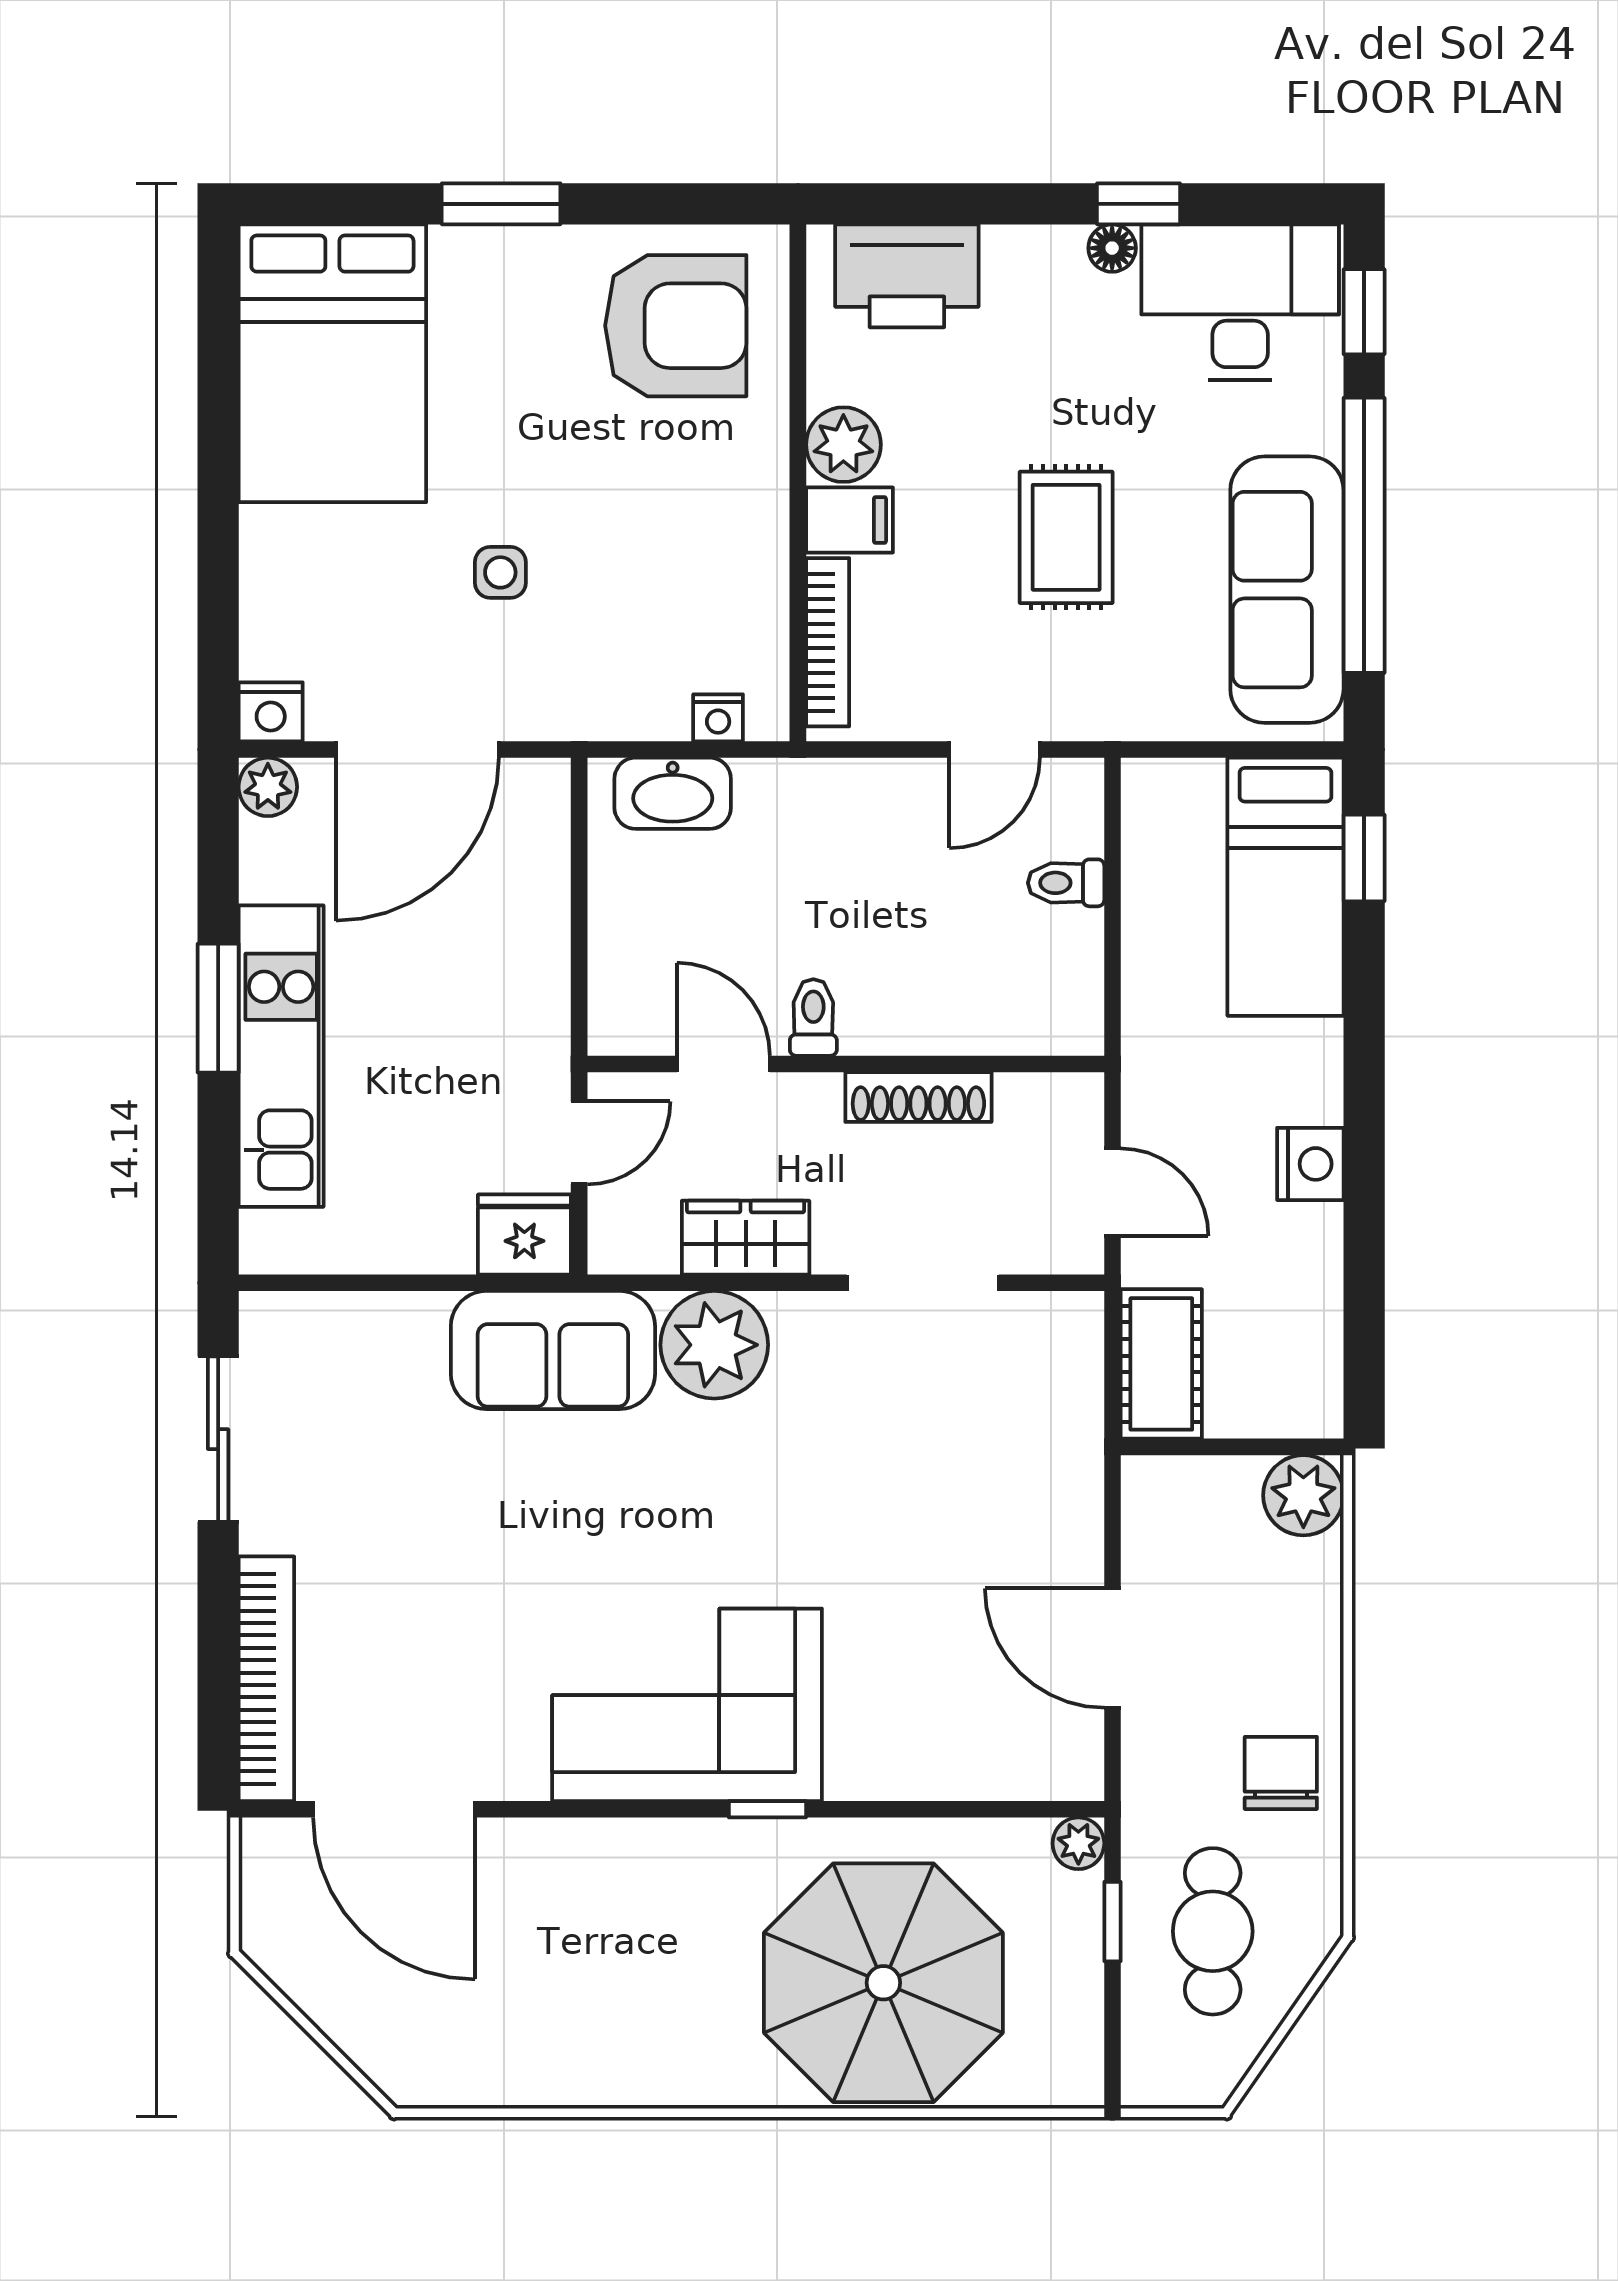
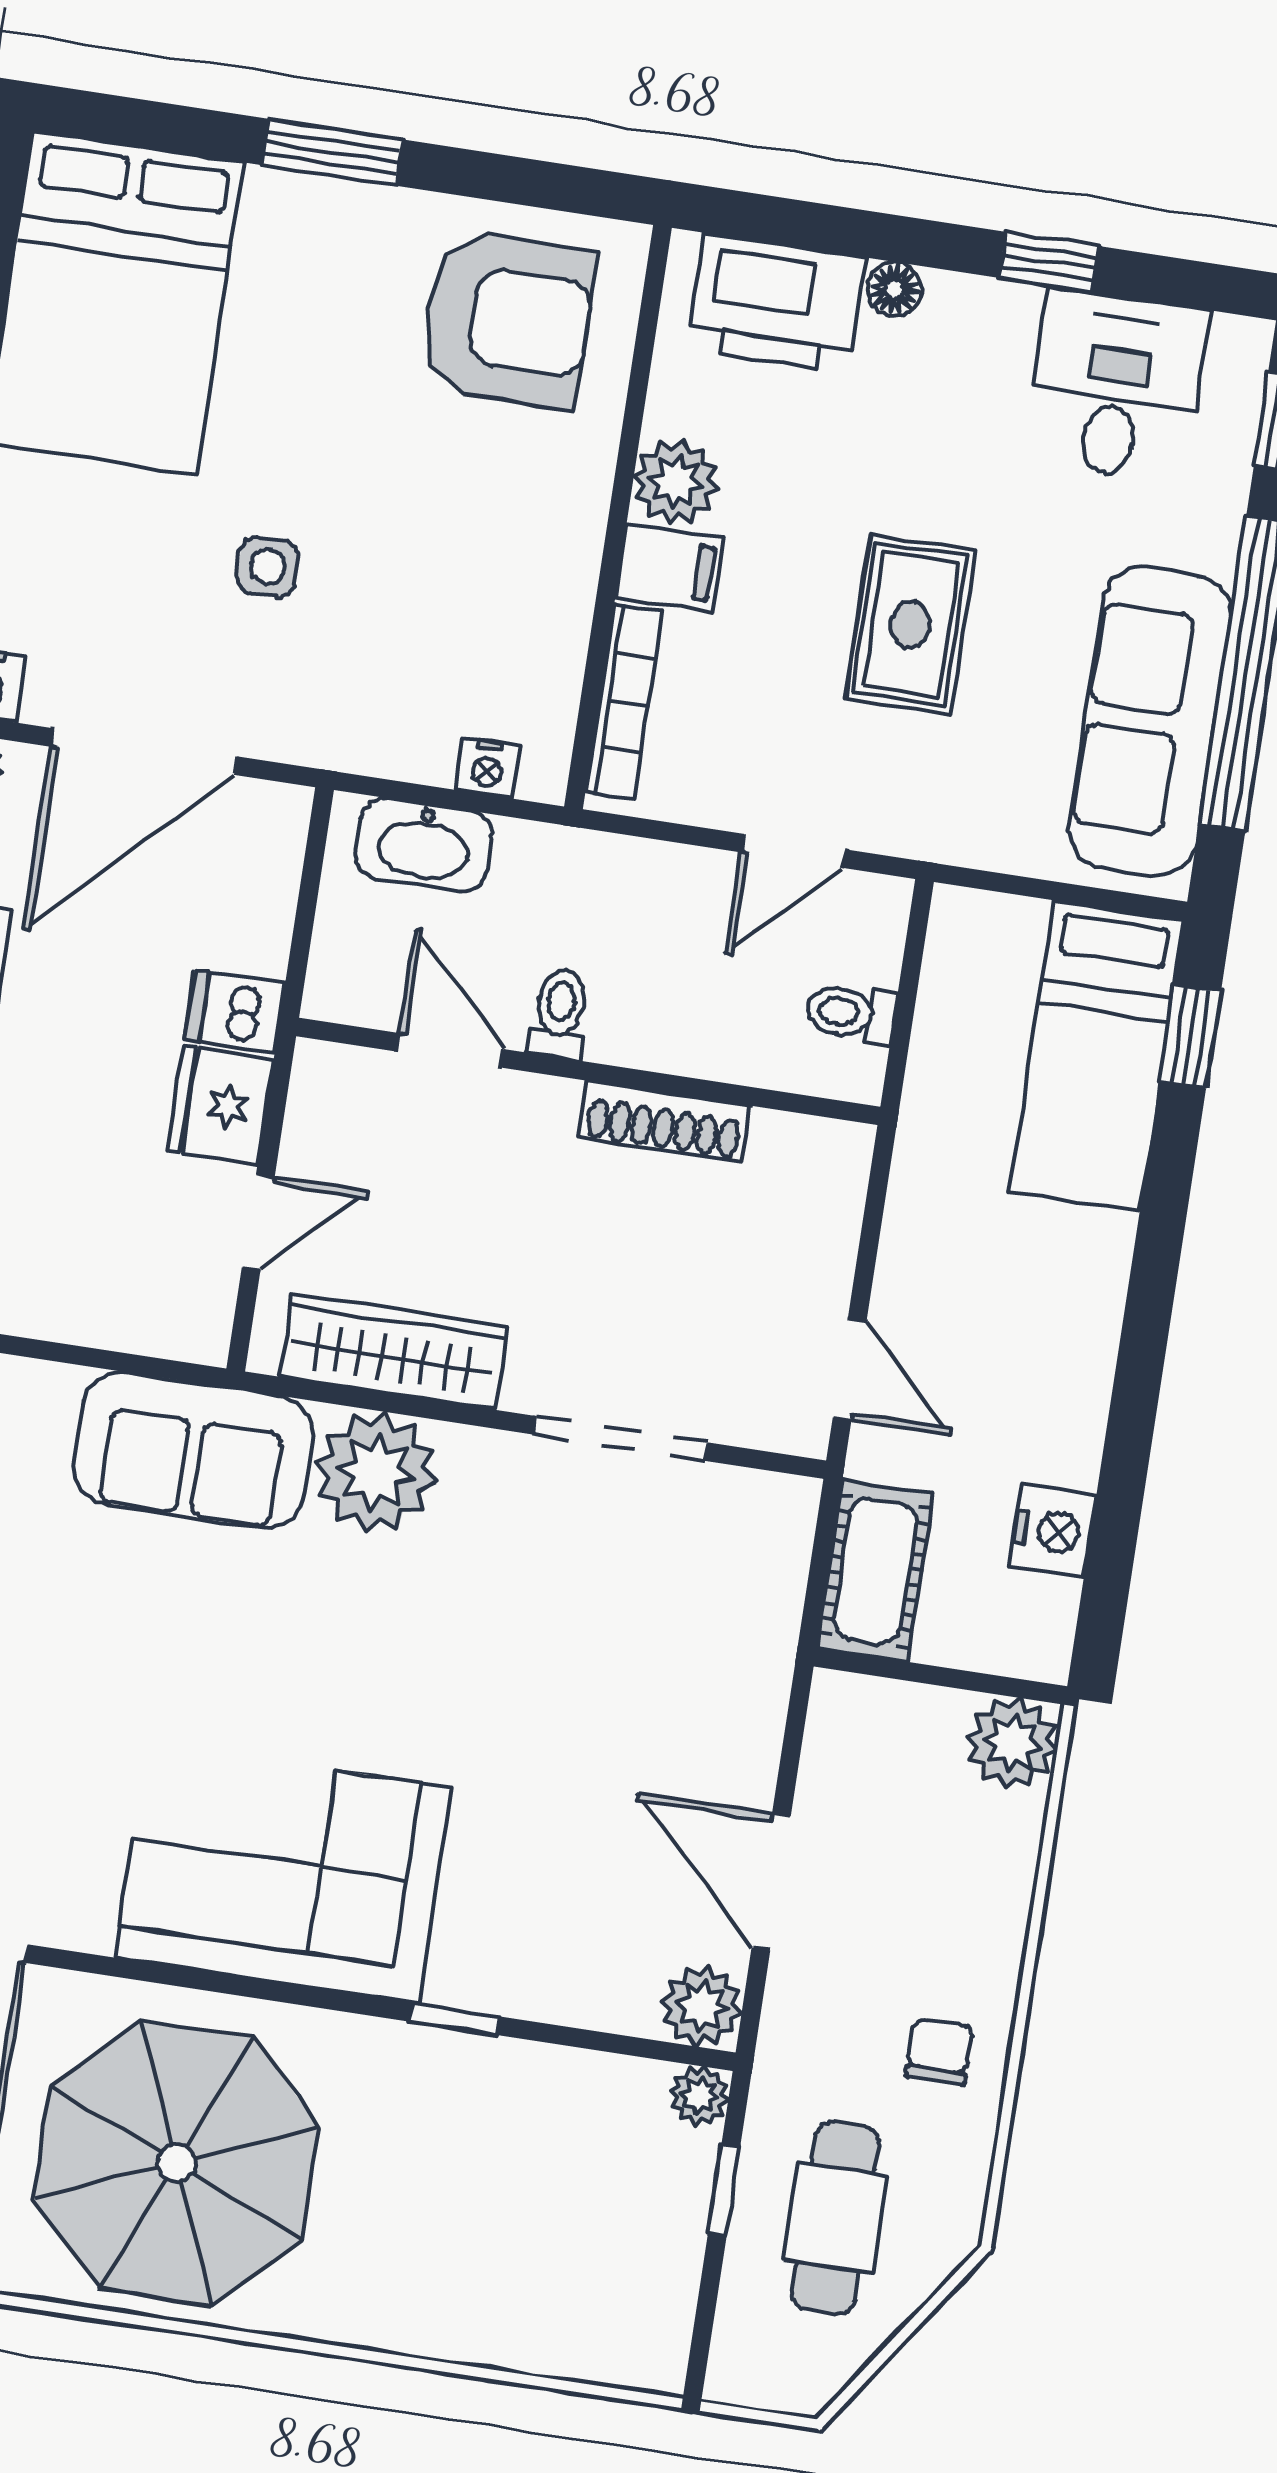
floor lamp: (1112, 248) -> (894, 289), moved
desk: (1240, 302) -> (1116, 385), width x0.73
dishwasher: (531, 963) -> (235, 1011), added
toilet: (813, 1017) -> (560, 1014), moved
door: (723, 1064) -> (450, 1050), moved
wall: (846, 1064) -> (588, 1071), moved
shoe rack: (918, 1097) -> (664, 1121), moved
nightstand: (1310, 1164) -> (1053, 1531), moved
fridge: (524, 1235) -> (221, 1105), moved, turned -90
wardrobe: (746, 1238) -> (393, 1352), width x1.50
plant: (1069, 1765) -> (702, 2006), added
chair: (1281, 1773) -> (939, 2051), width x0.73, depth x0.73
window: (767, 1809) -> (454, 2019), moved
parasol: (883, 1983) -> (176, 2163), moved

